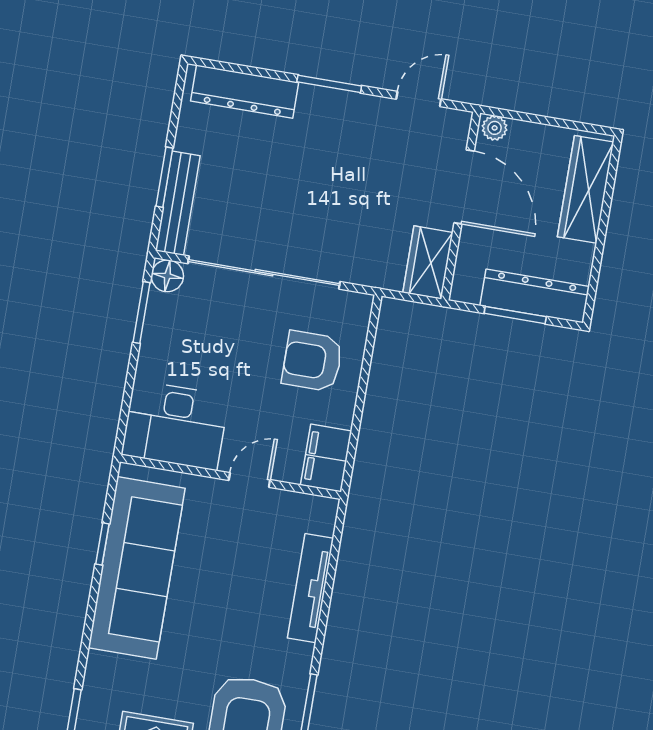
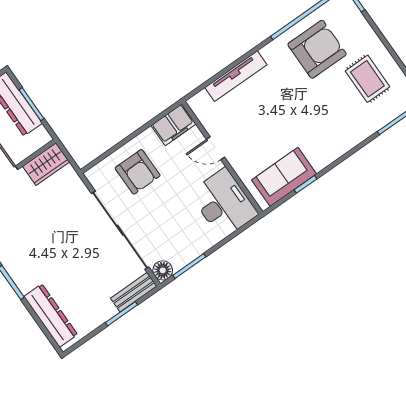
bench: (178, 203) -> (134, 292), width x0.73
sofa: (137, 568) -> (284, 177), width x0.54, depth x0.79

